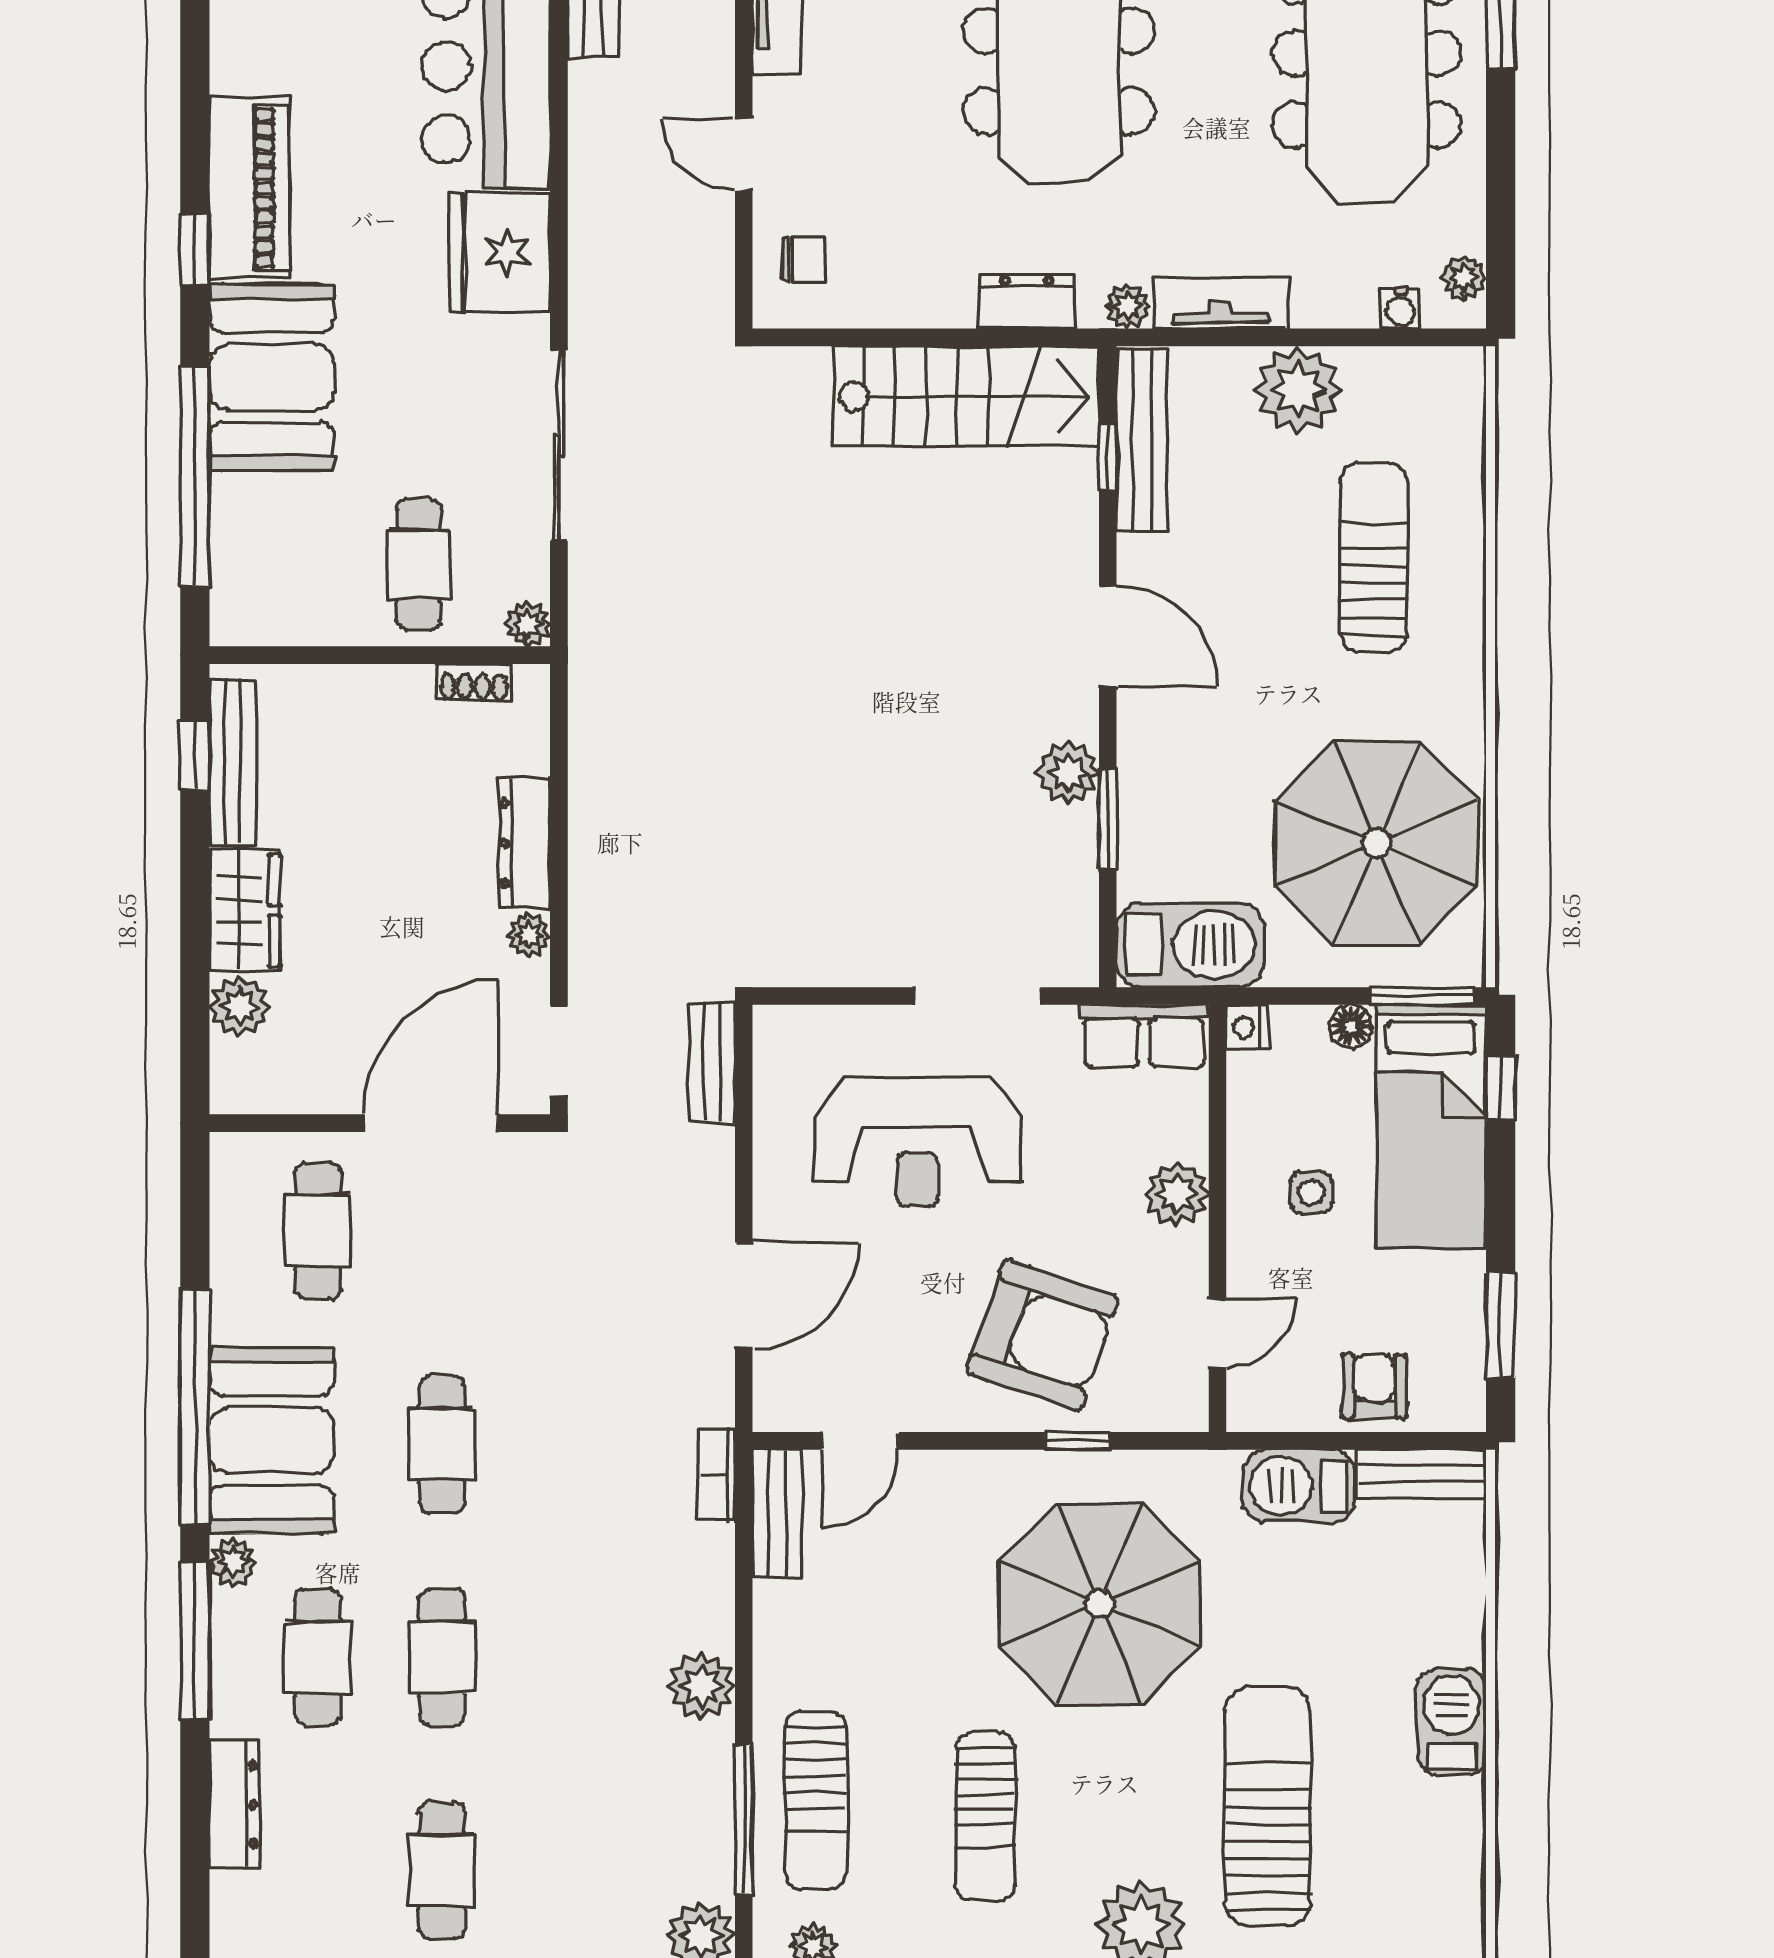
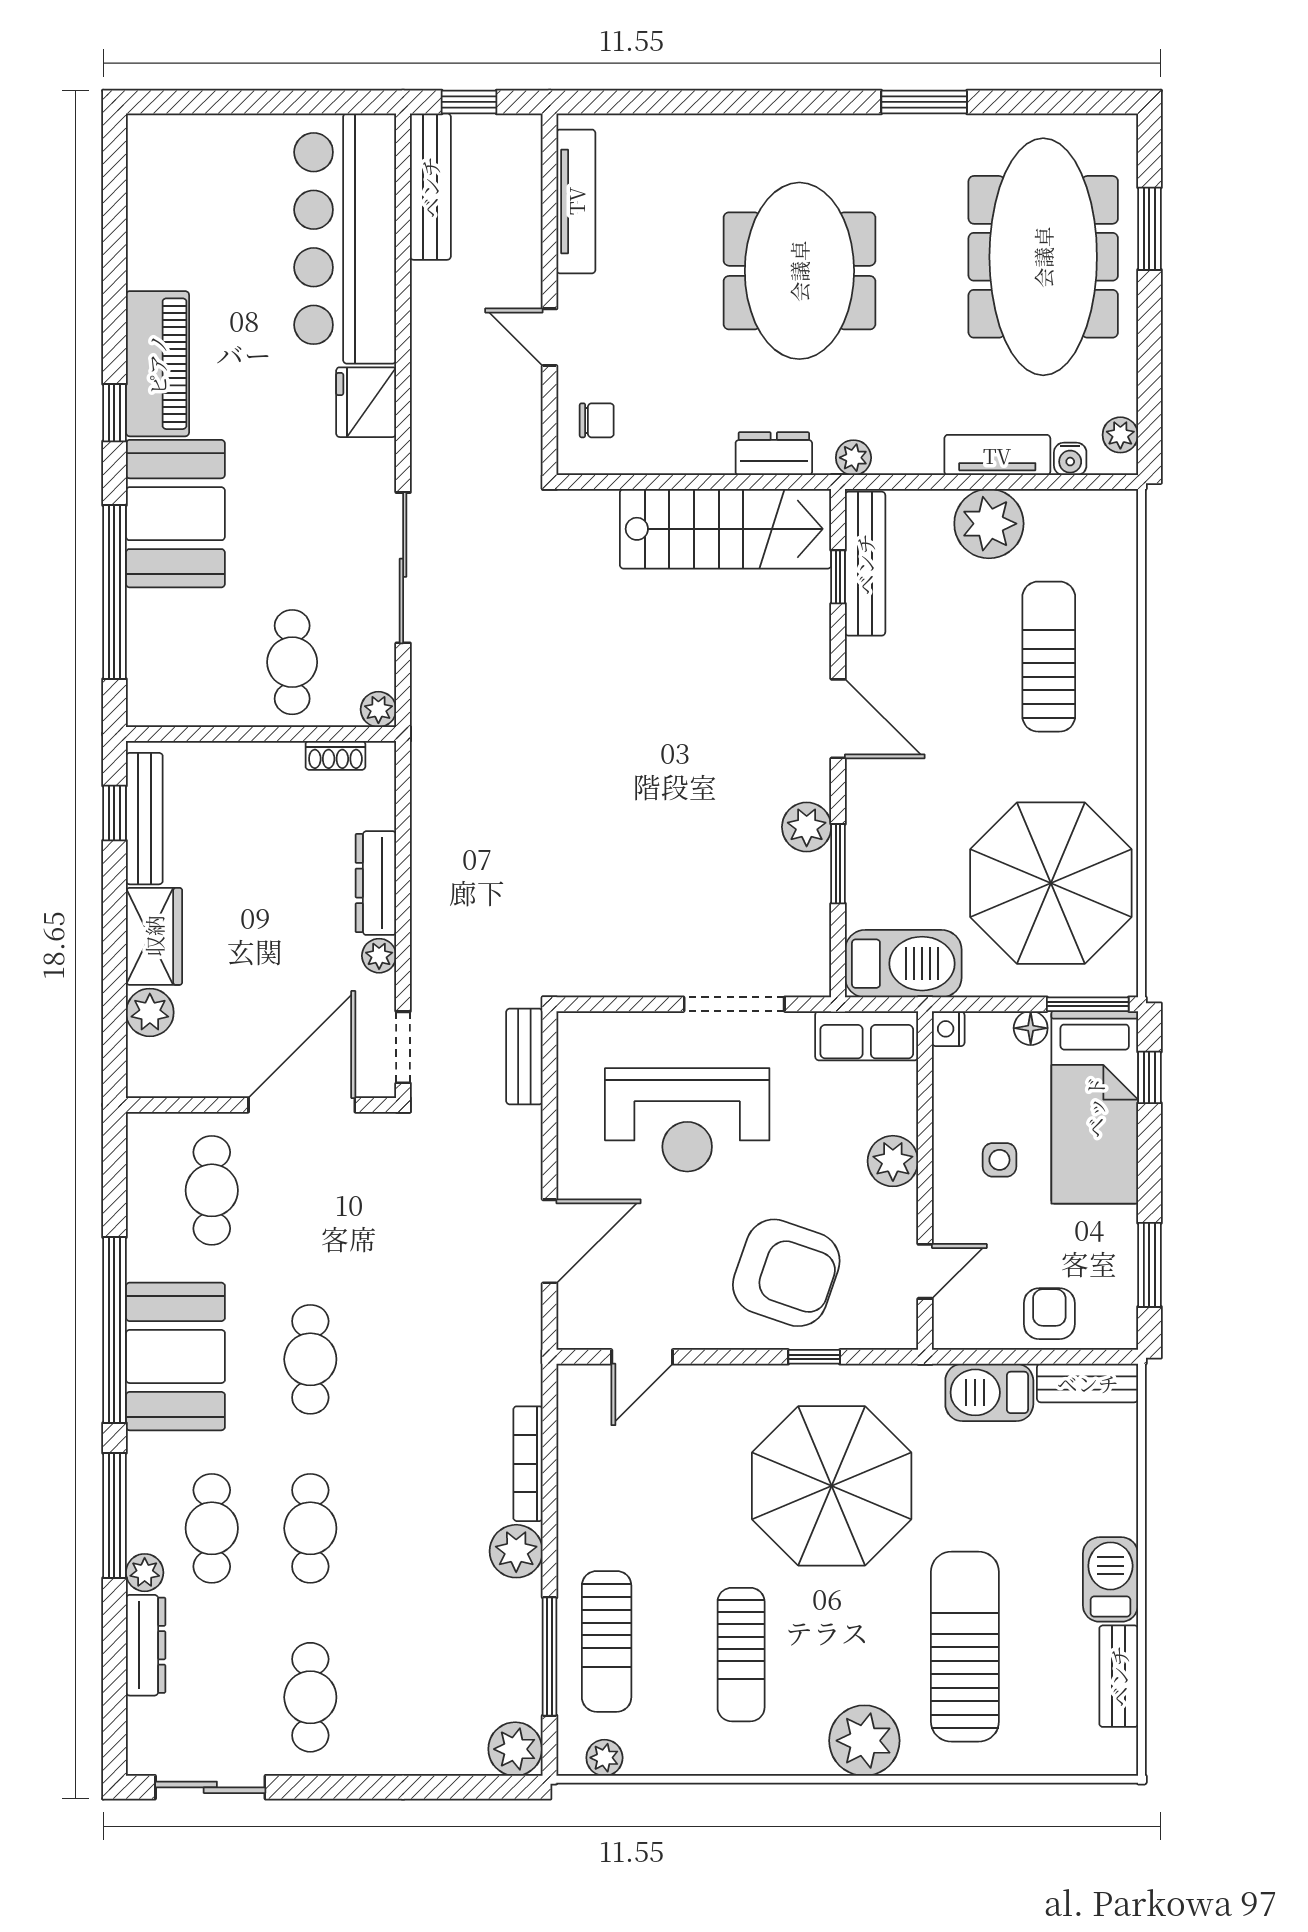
fridge: (500, 252) -> (366, 402), width x0.73, depth x0.75
tv unit: (1221, 303) -> (997, 455), moved
bookcase: (717, 1475) -> (528, 1464), moved, width x1.56
bench: (777, 1514) -> (1119, 1676), moved
plant: (233, 1562) -> (145, 1573), moved

